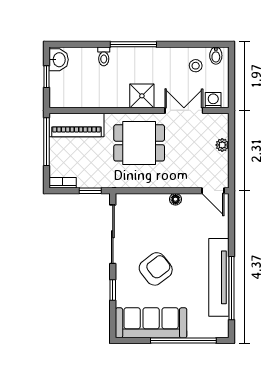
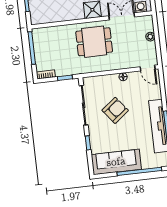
piano: (77, 125) -> (51, 34), removed
armchair: (156, 269) -> (115, 110), moved

